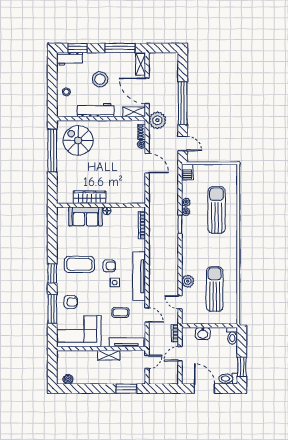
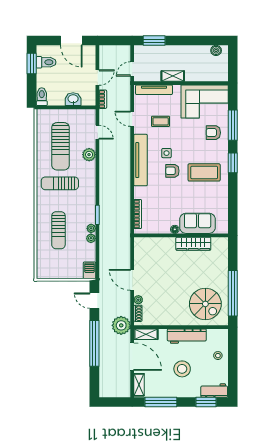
sun lounger: (217, 210) -> (58, 230), width x0.73, depth x0.75
sun lounger: (215, 254) -> (60, 183), added
toilet: (228, 379) -> (46, 62), moved

